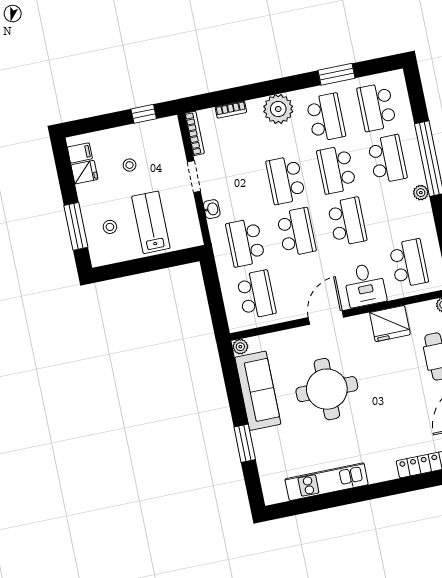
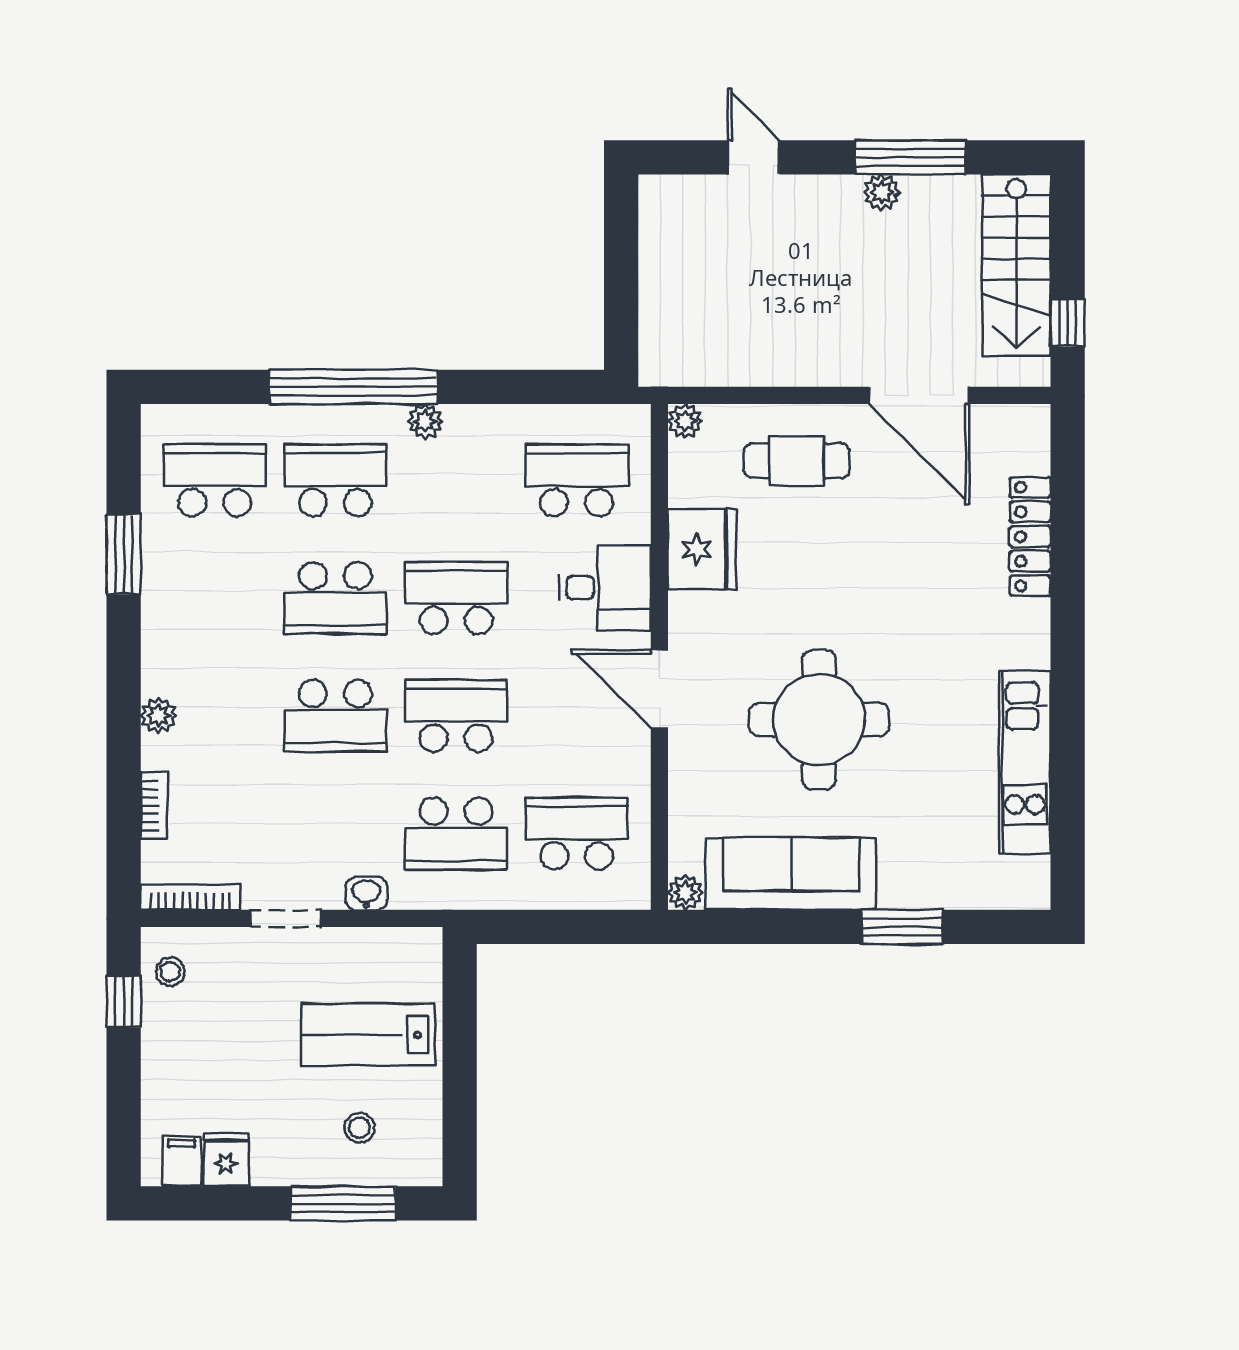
school desk: (377, 107) -> (215, 480), turned 180
plant: (278, 109) -> (159, 716), width x0.53, depth x0.53
school desk: (326, 117) -> (215, 598), removed
stool: (130, 165) -> (170, 972), moved

